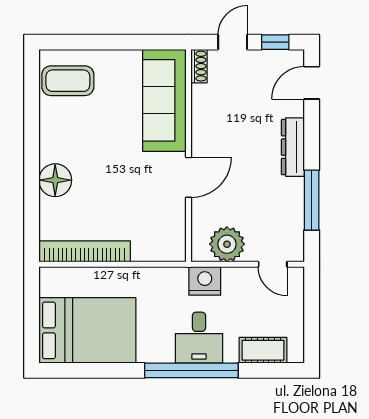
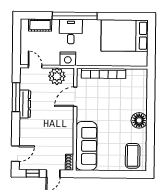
coffee table: (68, 81) -> (133, 156), turned 90
dresser: (293, 147) -> (25, 104), moved
door: (188, 177) -> (75, 97), moved
floor lamp: (55, 180) -> (139, 120), moved
bookcase: (85, 251) -> (104, 73), moved

